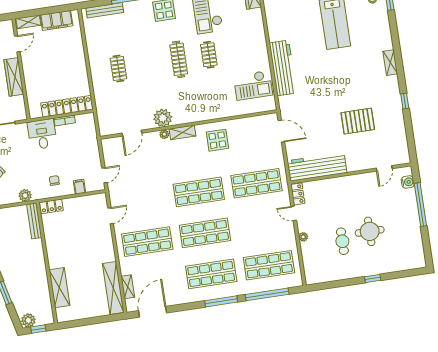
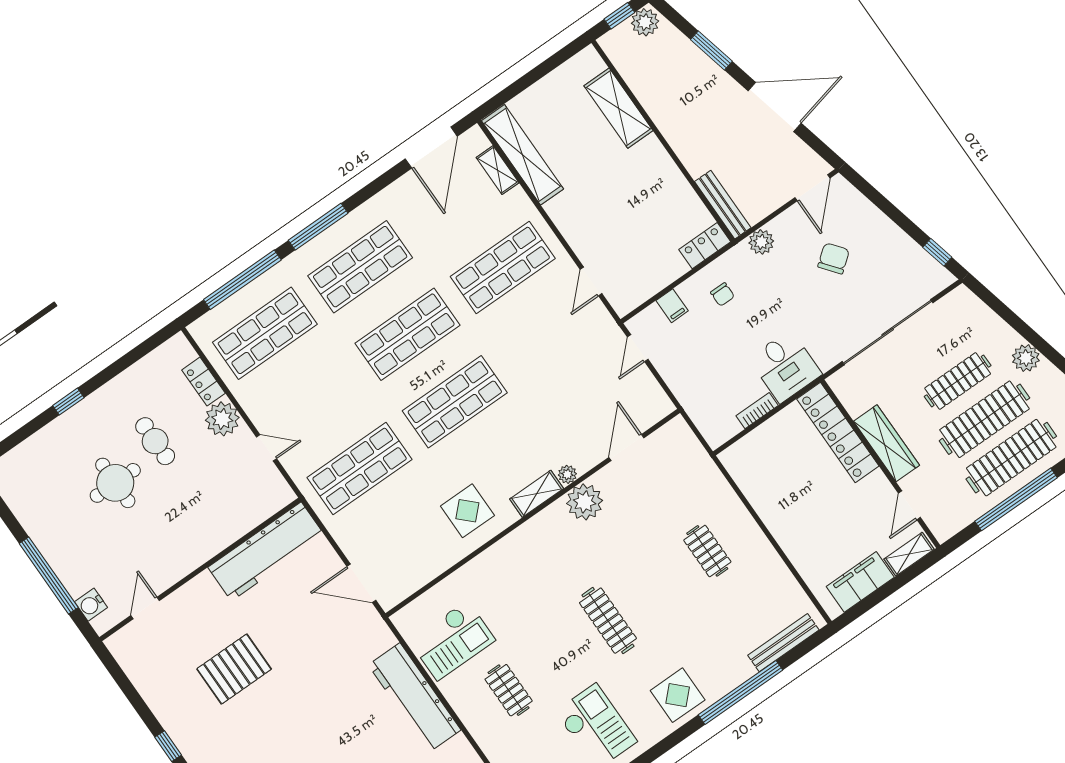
clothes rail: (209, 55) -> (509, 690), moved
checkout: (253, 85) -> (452, 640), turned 180
locker: (67, 106) -> (838, 433), moved, turned 90
locker: (298, 194) -> (203, 382), moved
plant: (303, 237) -> (222, 419), width x1.87, depth x1.87

